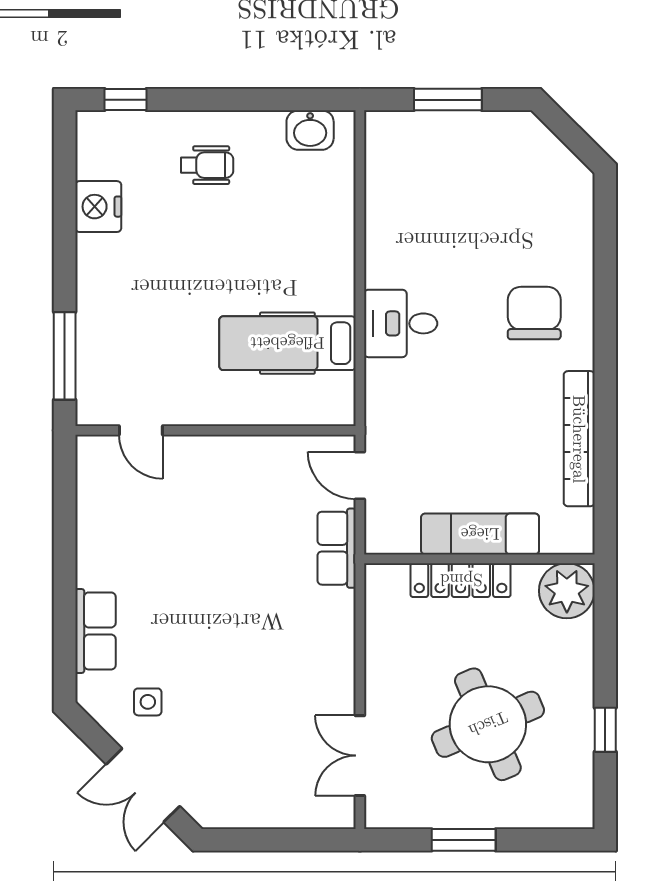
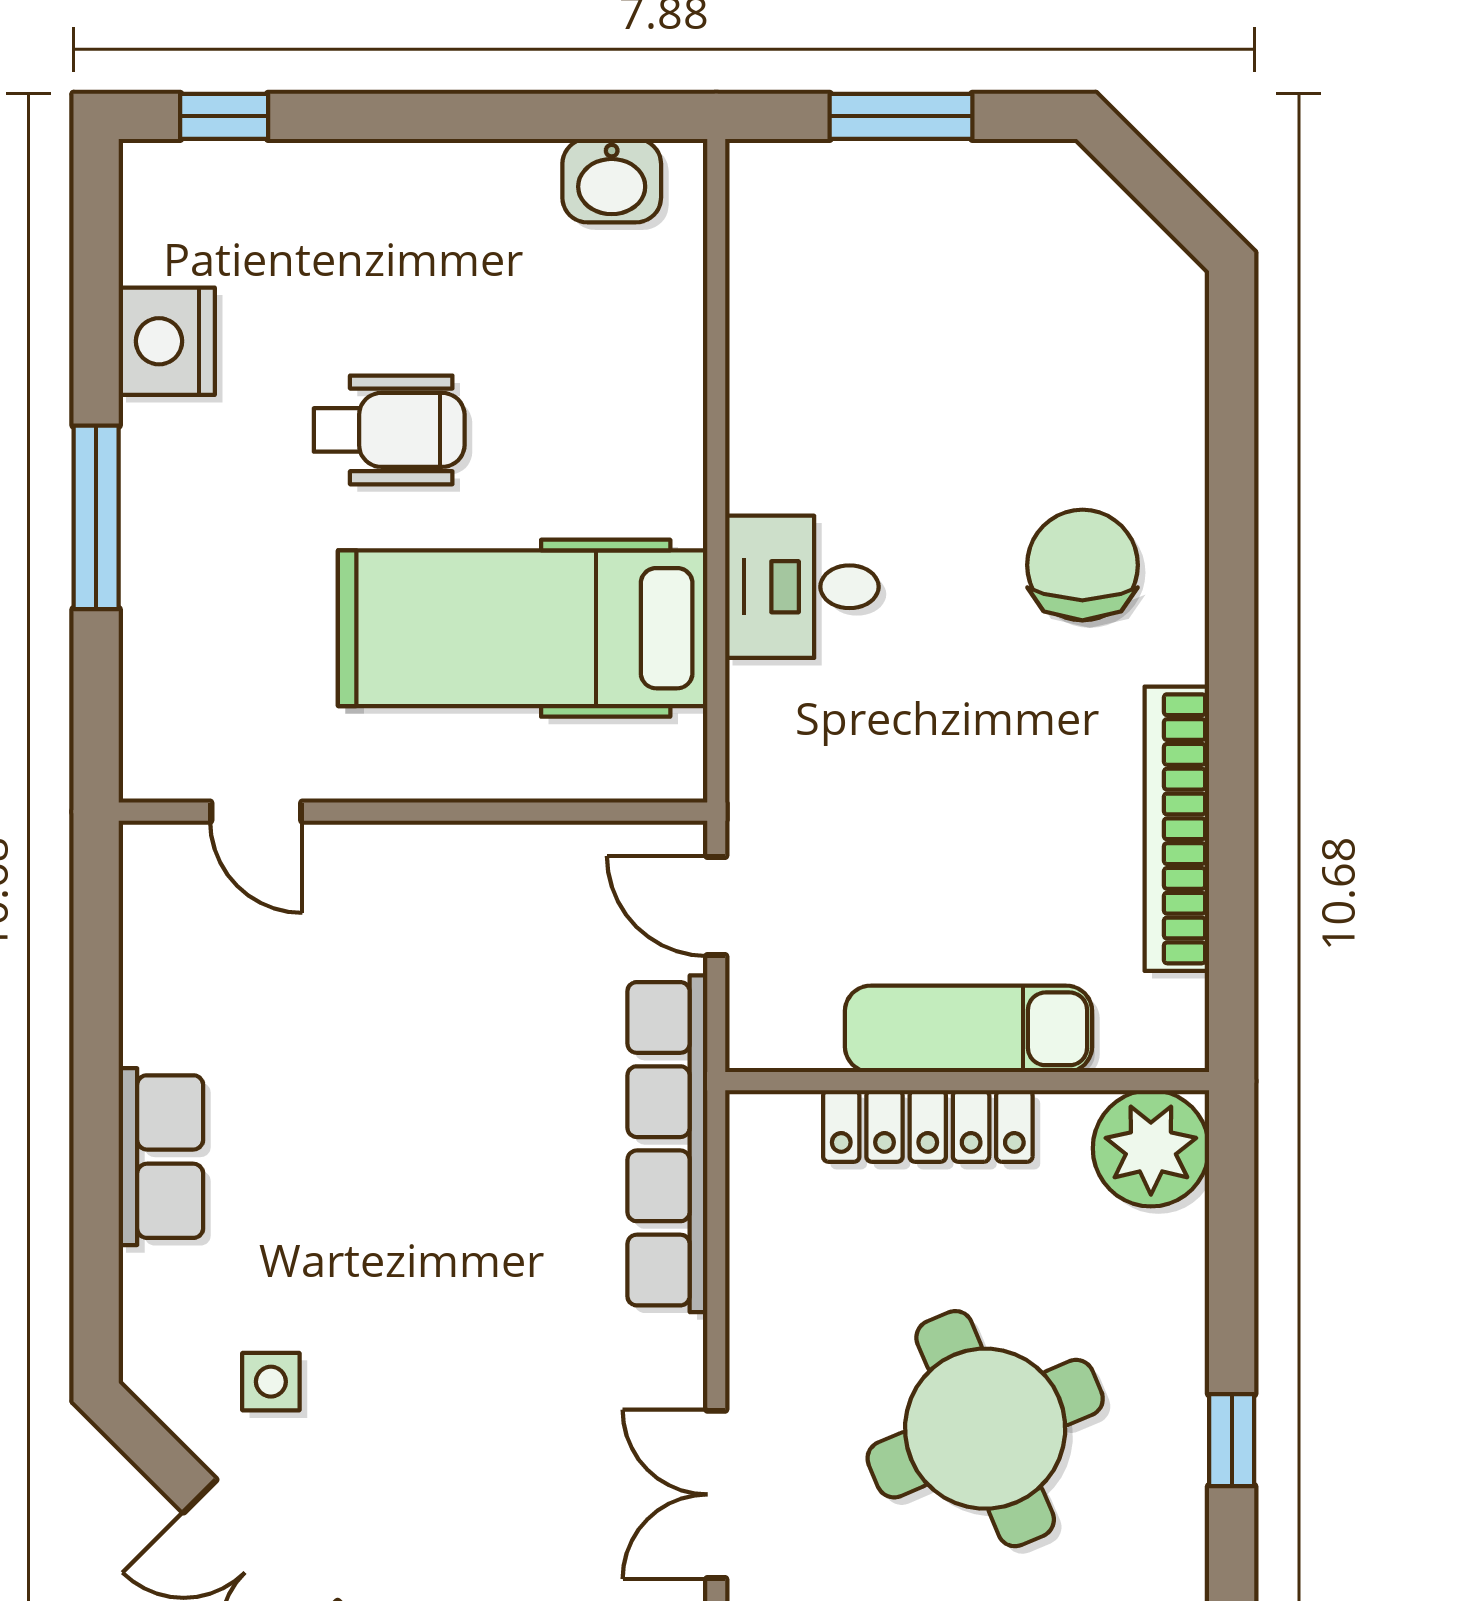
wheelchair: (207, 165) -> (389, 430), moved, width x1.36, depth x1.37
hospital bed: (287, 343) -> (523, 628), width x1.37, depth x1.29
window: (65, 356) -> (96, 517), moved
row of seats: (337, 548) -> (667, 1144), width x2.02
row of seats: (95, 631) -> (161, 1157), moved

